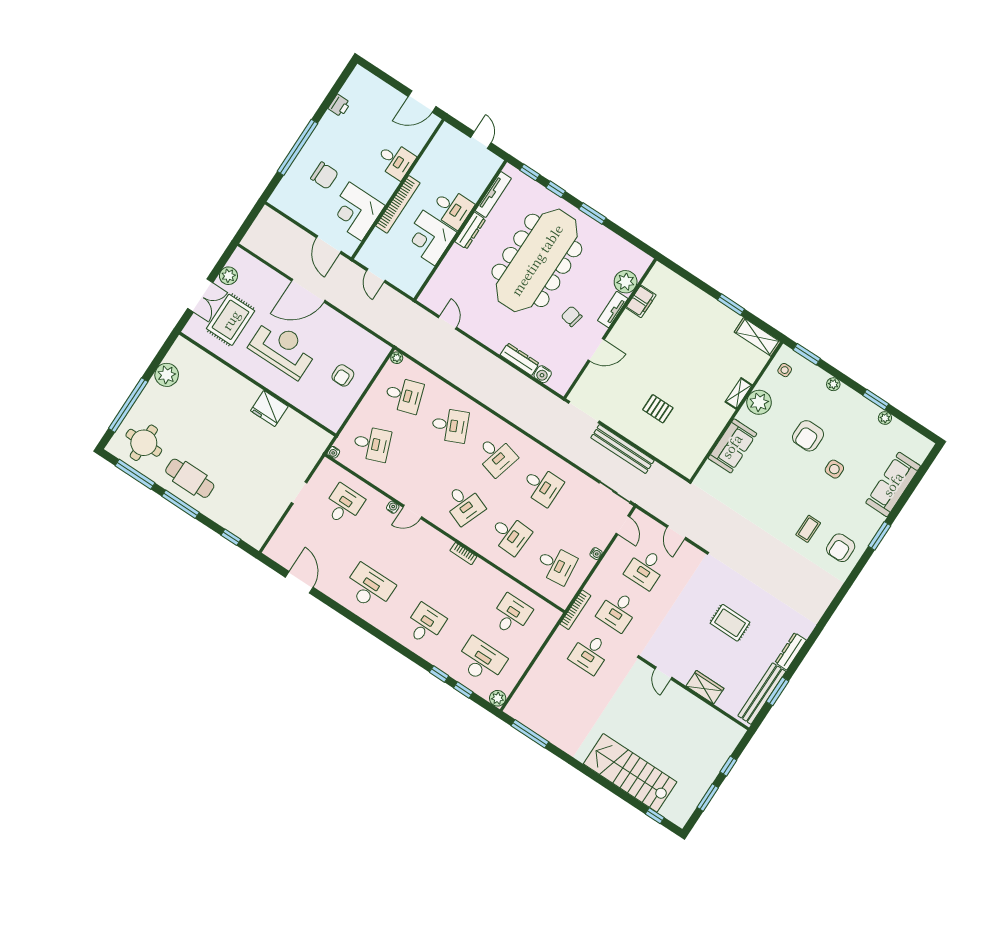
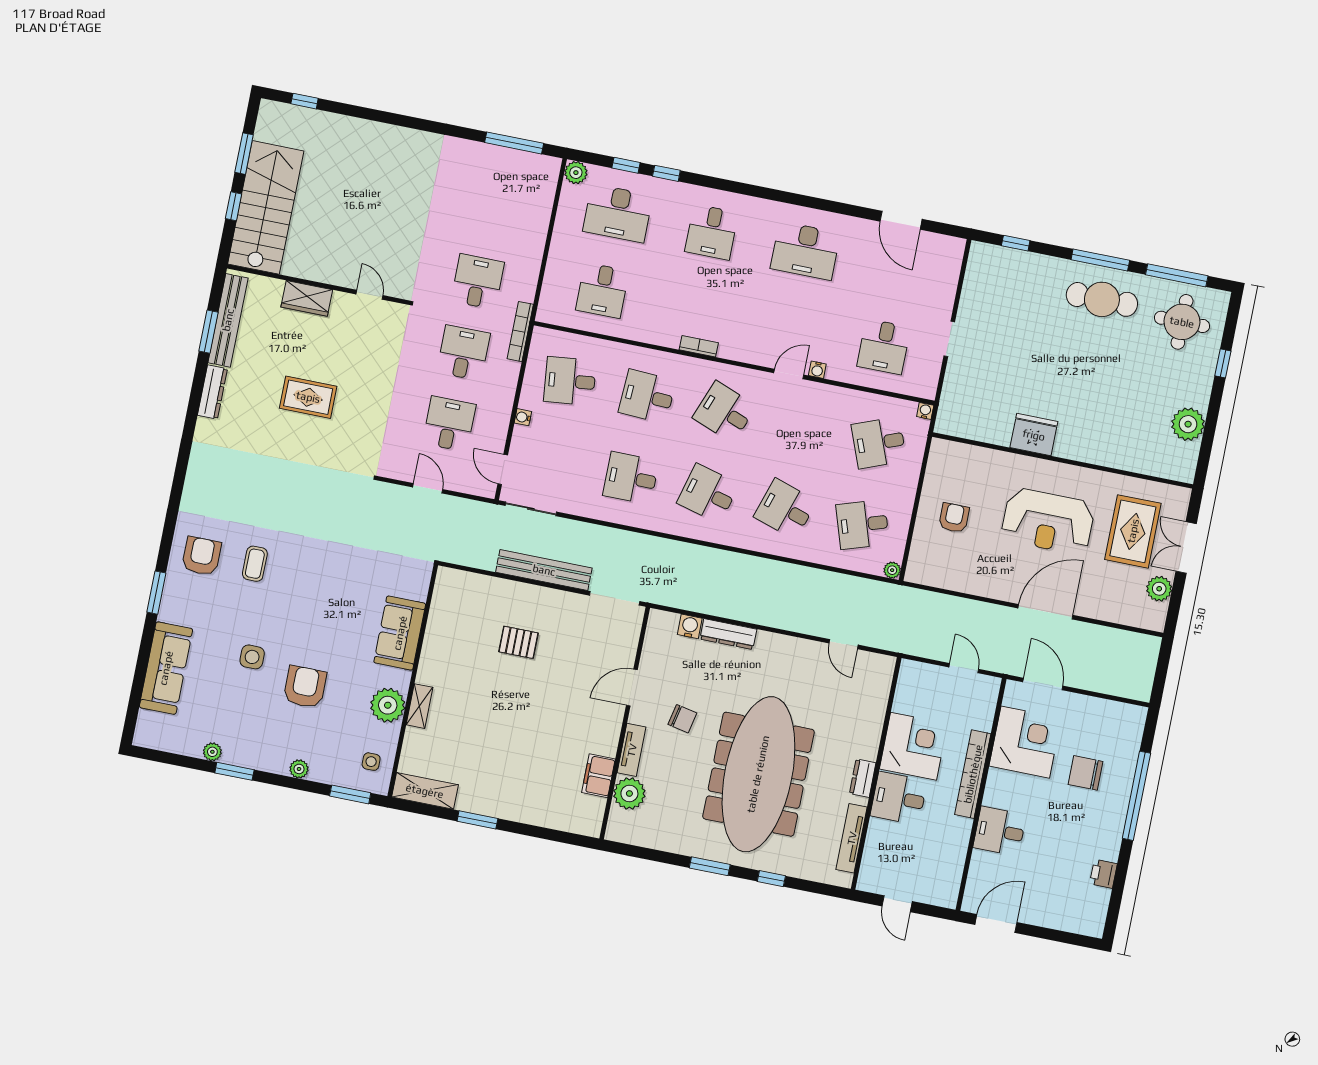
window: (530, 172) -> (815, 887), removed
dresser: (470, 231) -> (863, 778), width x0.70
window: (128, 405) -> (1223, 363), width x0.32
desk: (450, 425) -> (785, 509), turned 42
stairs: (630, 773) -> (266, 207), moved, turned -90

